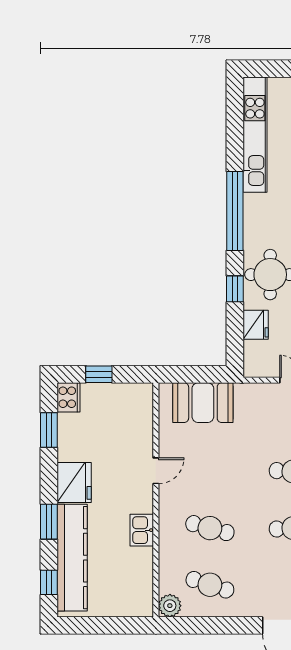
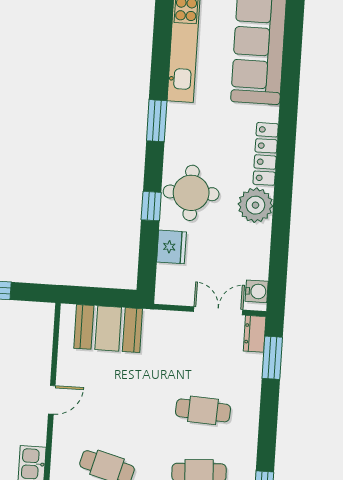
window: (235, 211) -> (157, 121), width x0.47

